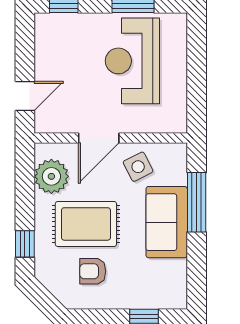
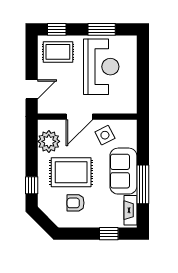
rug: (66, 38) -> (58, 52), added
reception desk: (132, 61) -> (101, 67), turned 180
window: (197, 202) -> (143, 184), moved
fireplace: (177, 283) -> (130, 210), added

